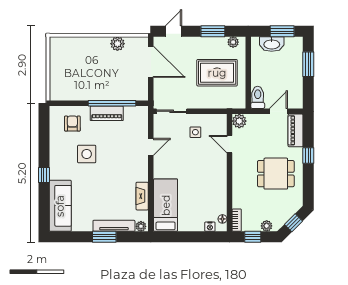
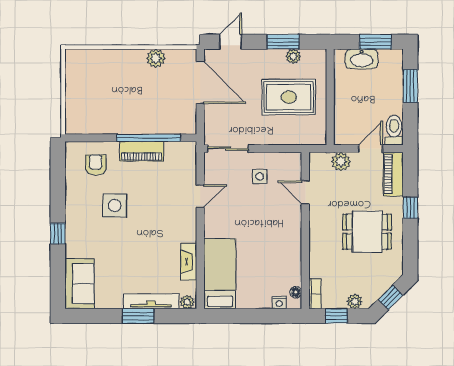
plant: (233, 42) -> (293, 56), moved
toilet: (258, 97) -> (394, 130), moved
plant: (239, 121) -> (341, 162), moved
sofa: (60, 206) -> (79, 284), width x0.73

